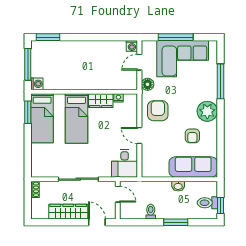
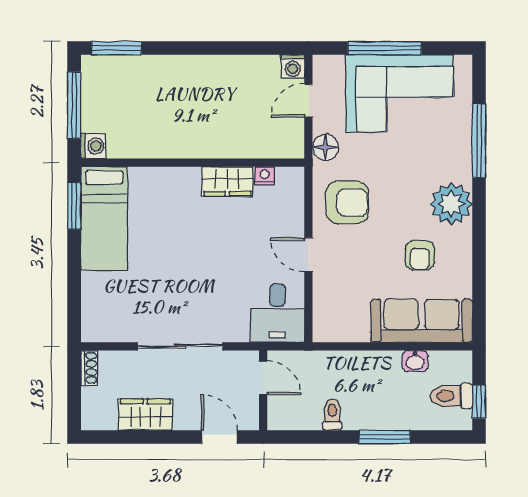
armchair: (158, 111) -> (347, 203), turned 90
bed: (76, 118) -> (176, 219), removed
washbasin: (178, 186) -> (415, 361), moved
wardrobe: (68, 212) -> (145, 415), width x0.67

